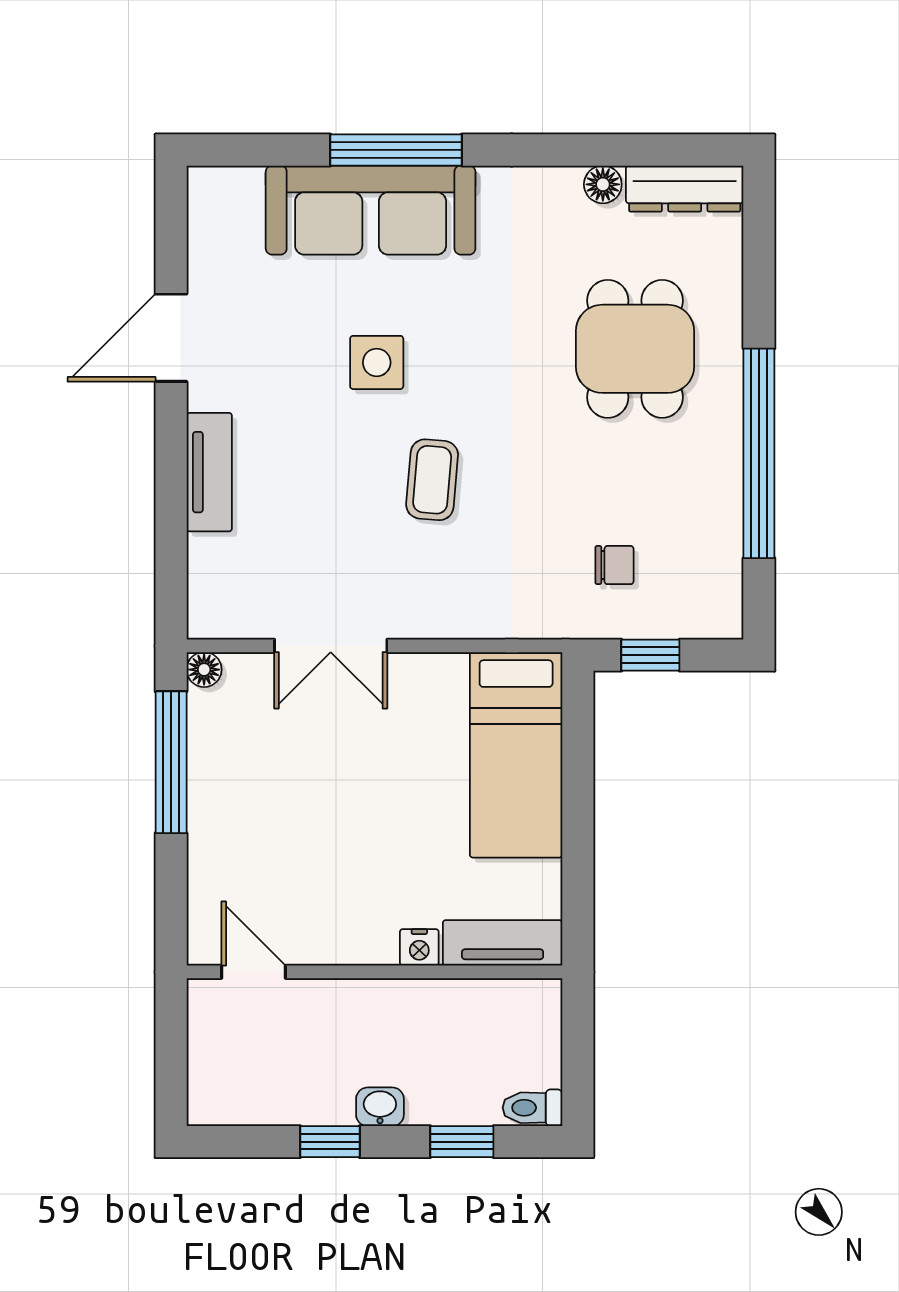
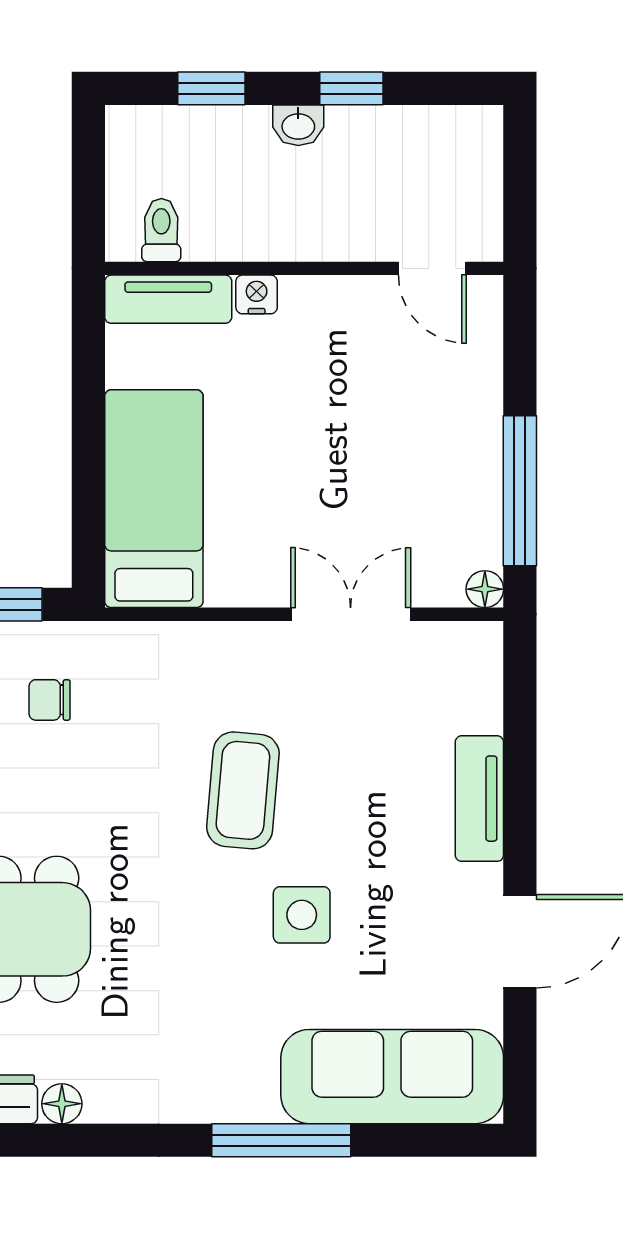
sofa: (371, 210) -> (392, 1077), moved
coffee table: (432, 480) -> (243, 790), width x1.36, depth x1.30
toilet: (532, 1108) -> (161, 230), moved, turned -90

